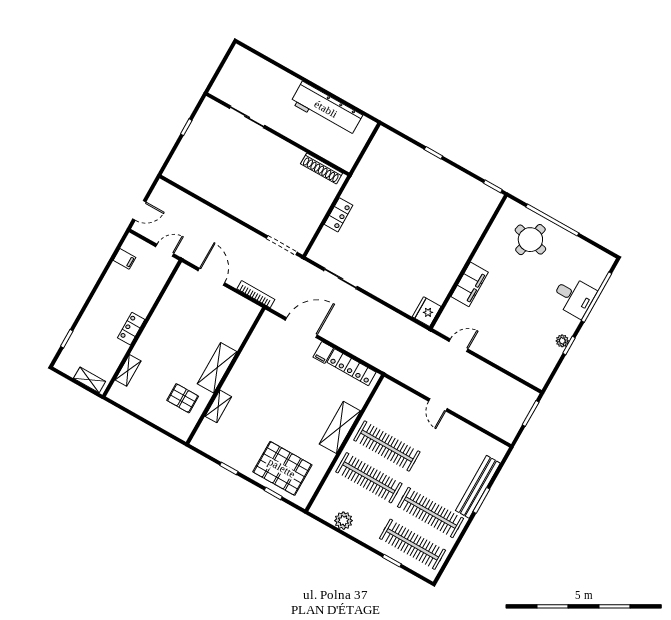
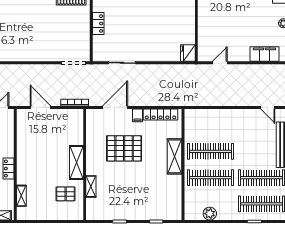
filing cabinet: (470, 284) -> (264, 54), moved, turned -90
door: (438, 405) -> (268, 107), moved
pallet: (282, 468) -> (124, 148), moved

